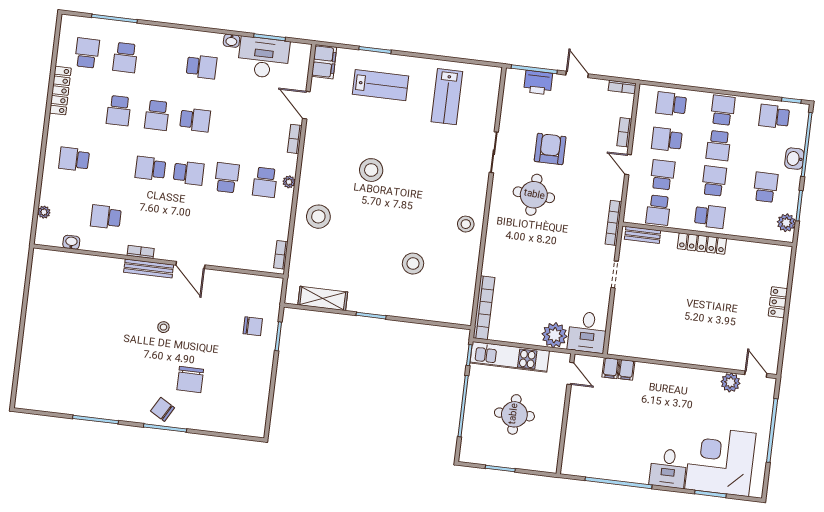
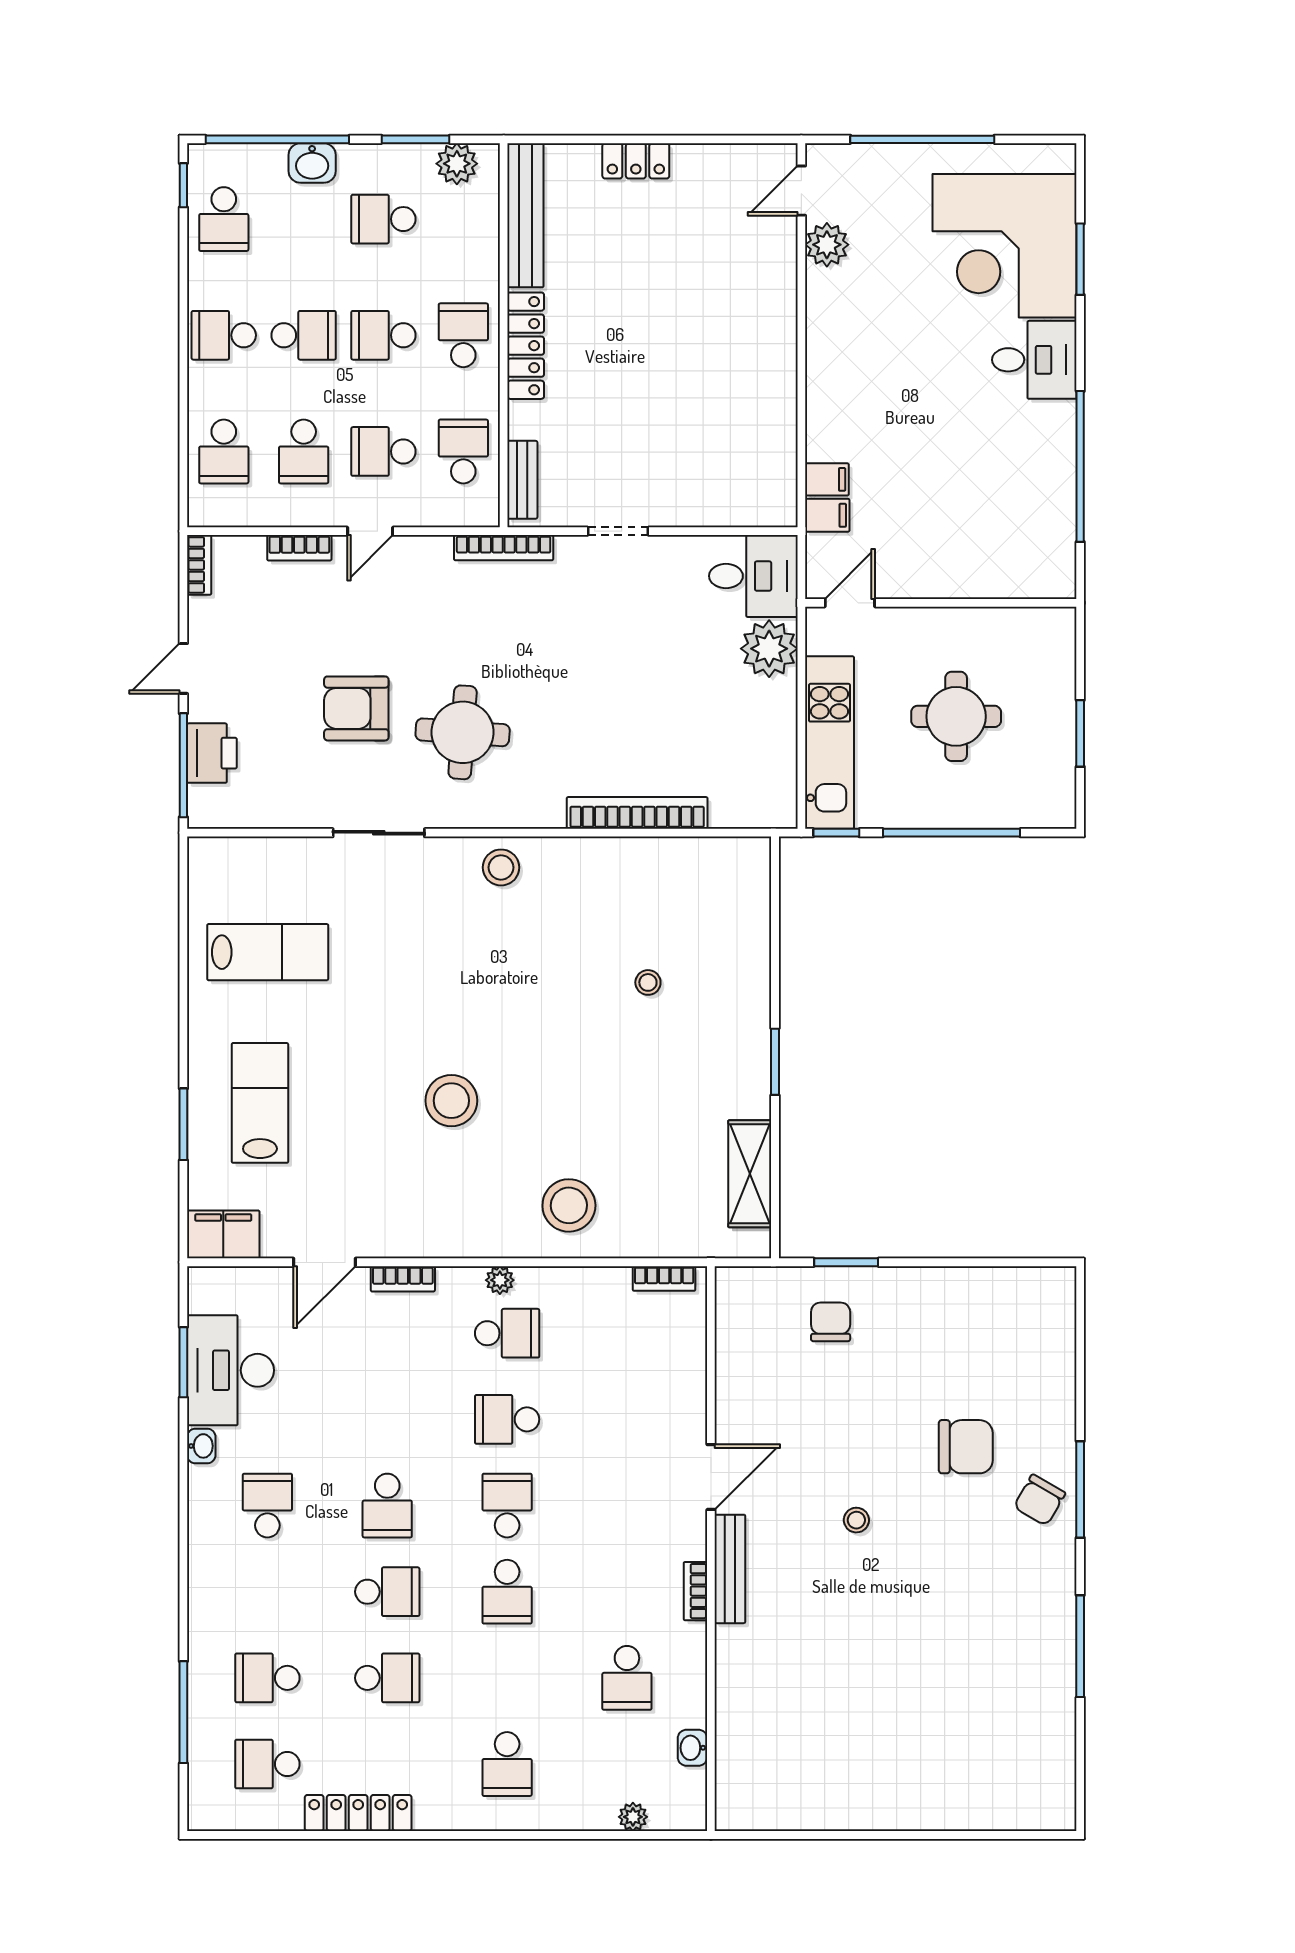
school desk: (125, 58) -> (267, 1678), turned 180
school desk: (195, 120) -> (387, 1506), turned 180
school desk: (658, 210) -> (463, 451), turned -90
stool: (466, 224) -> (501, 867), moved
bench: (760, 250) -> (525, 215), added
stool: (413, 264) -> (648, 982), width x0.53, depth x0.53
bookcase: (484, 308) -> (637, 813), moved

